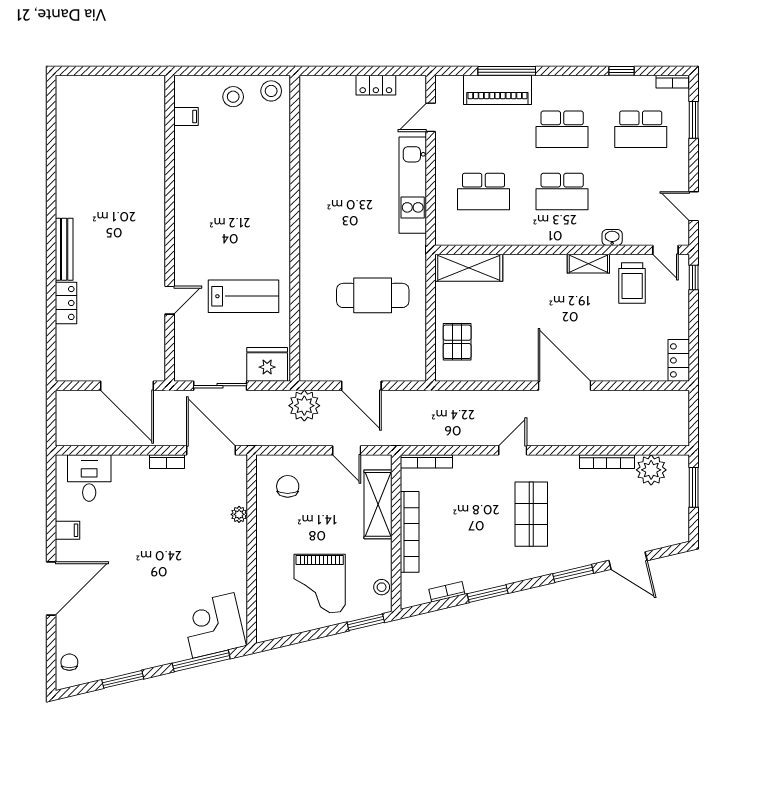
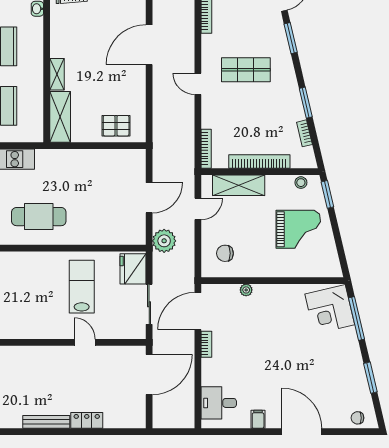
shelving: (588, 264) -> (57, 74), moved
cafe table: (373, 295) -> (39, 217), moved, turned 90

